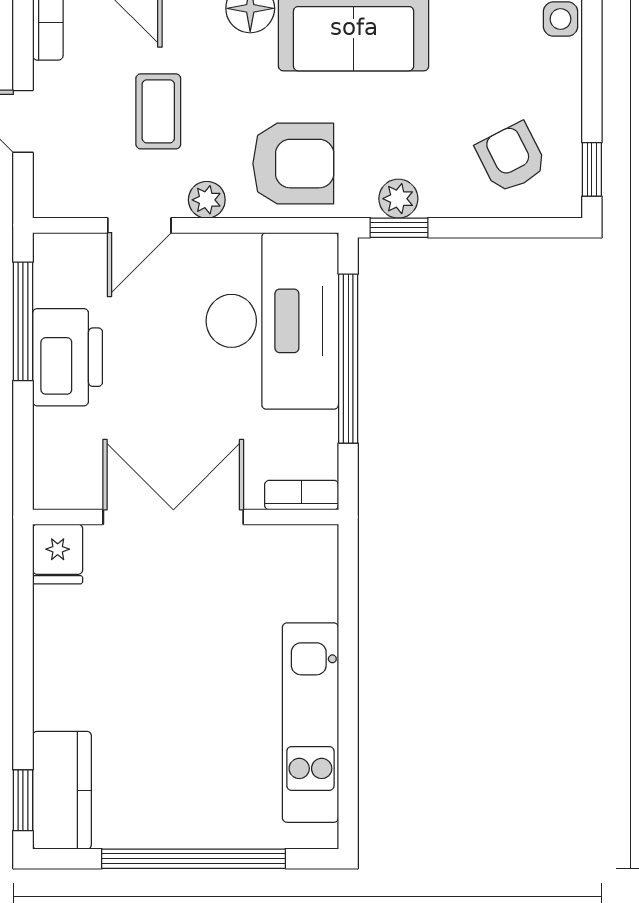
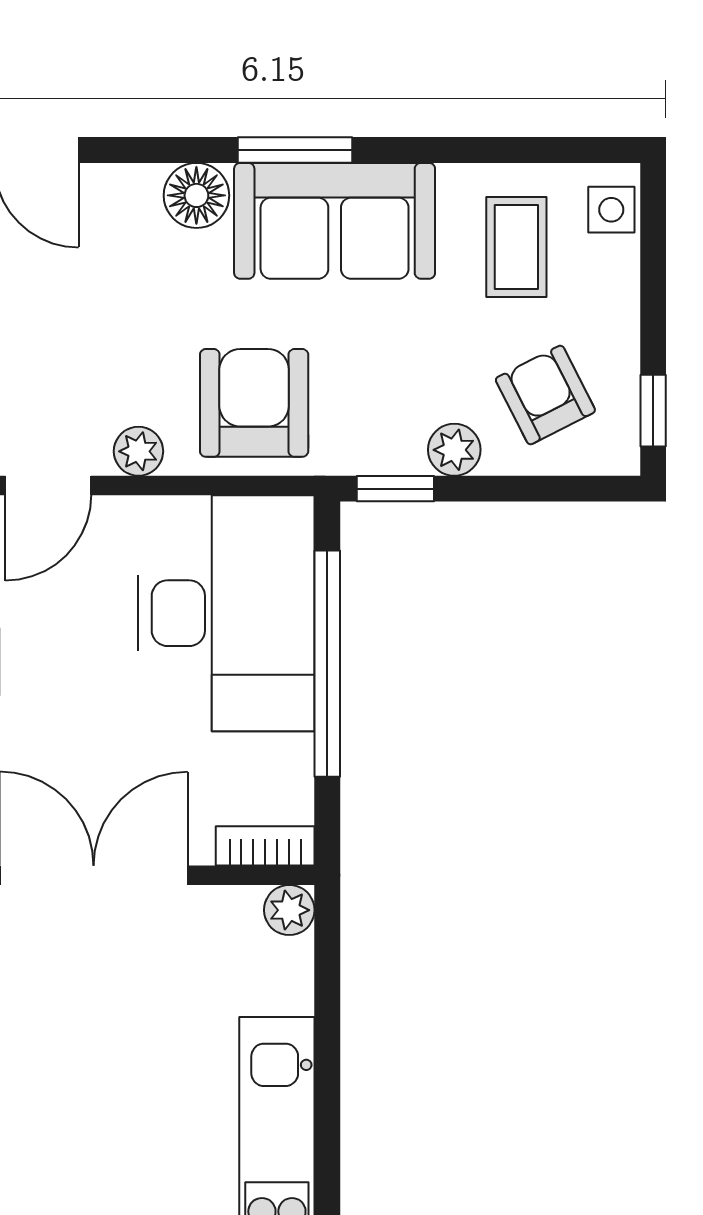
coffee table: (158, 111) -> (516, 247), moved
armchair: (293, 164) -> (254, 403), turned -90
plant: (398, 199) -> (454, 450), moved
plant: (320, 543) -> (289, 910), added

